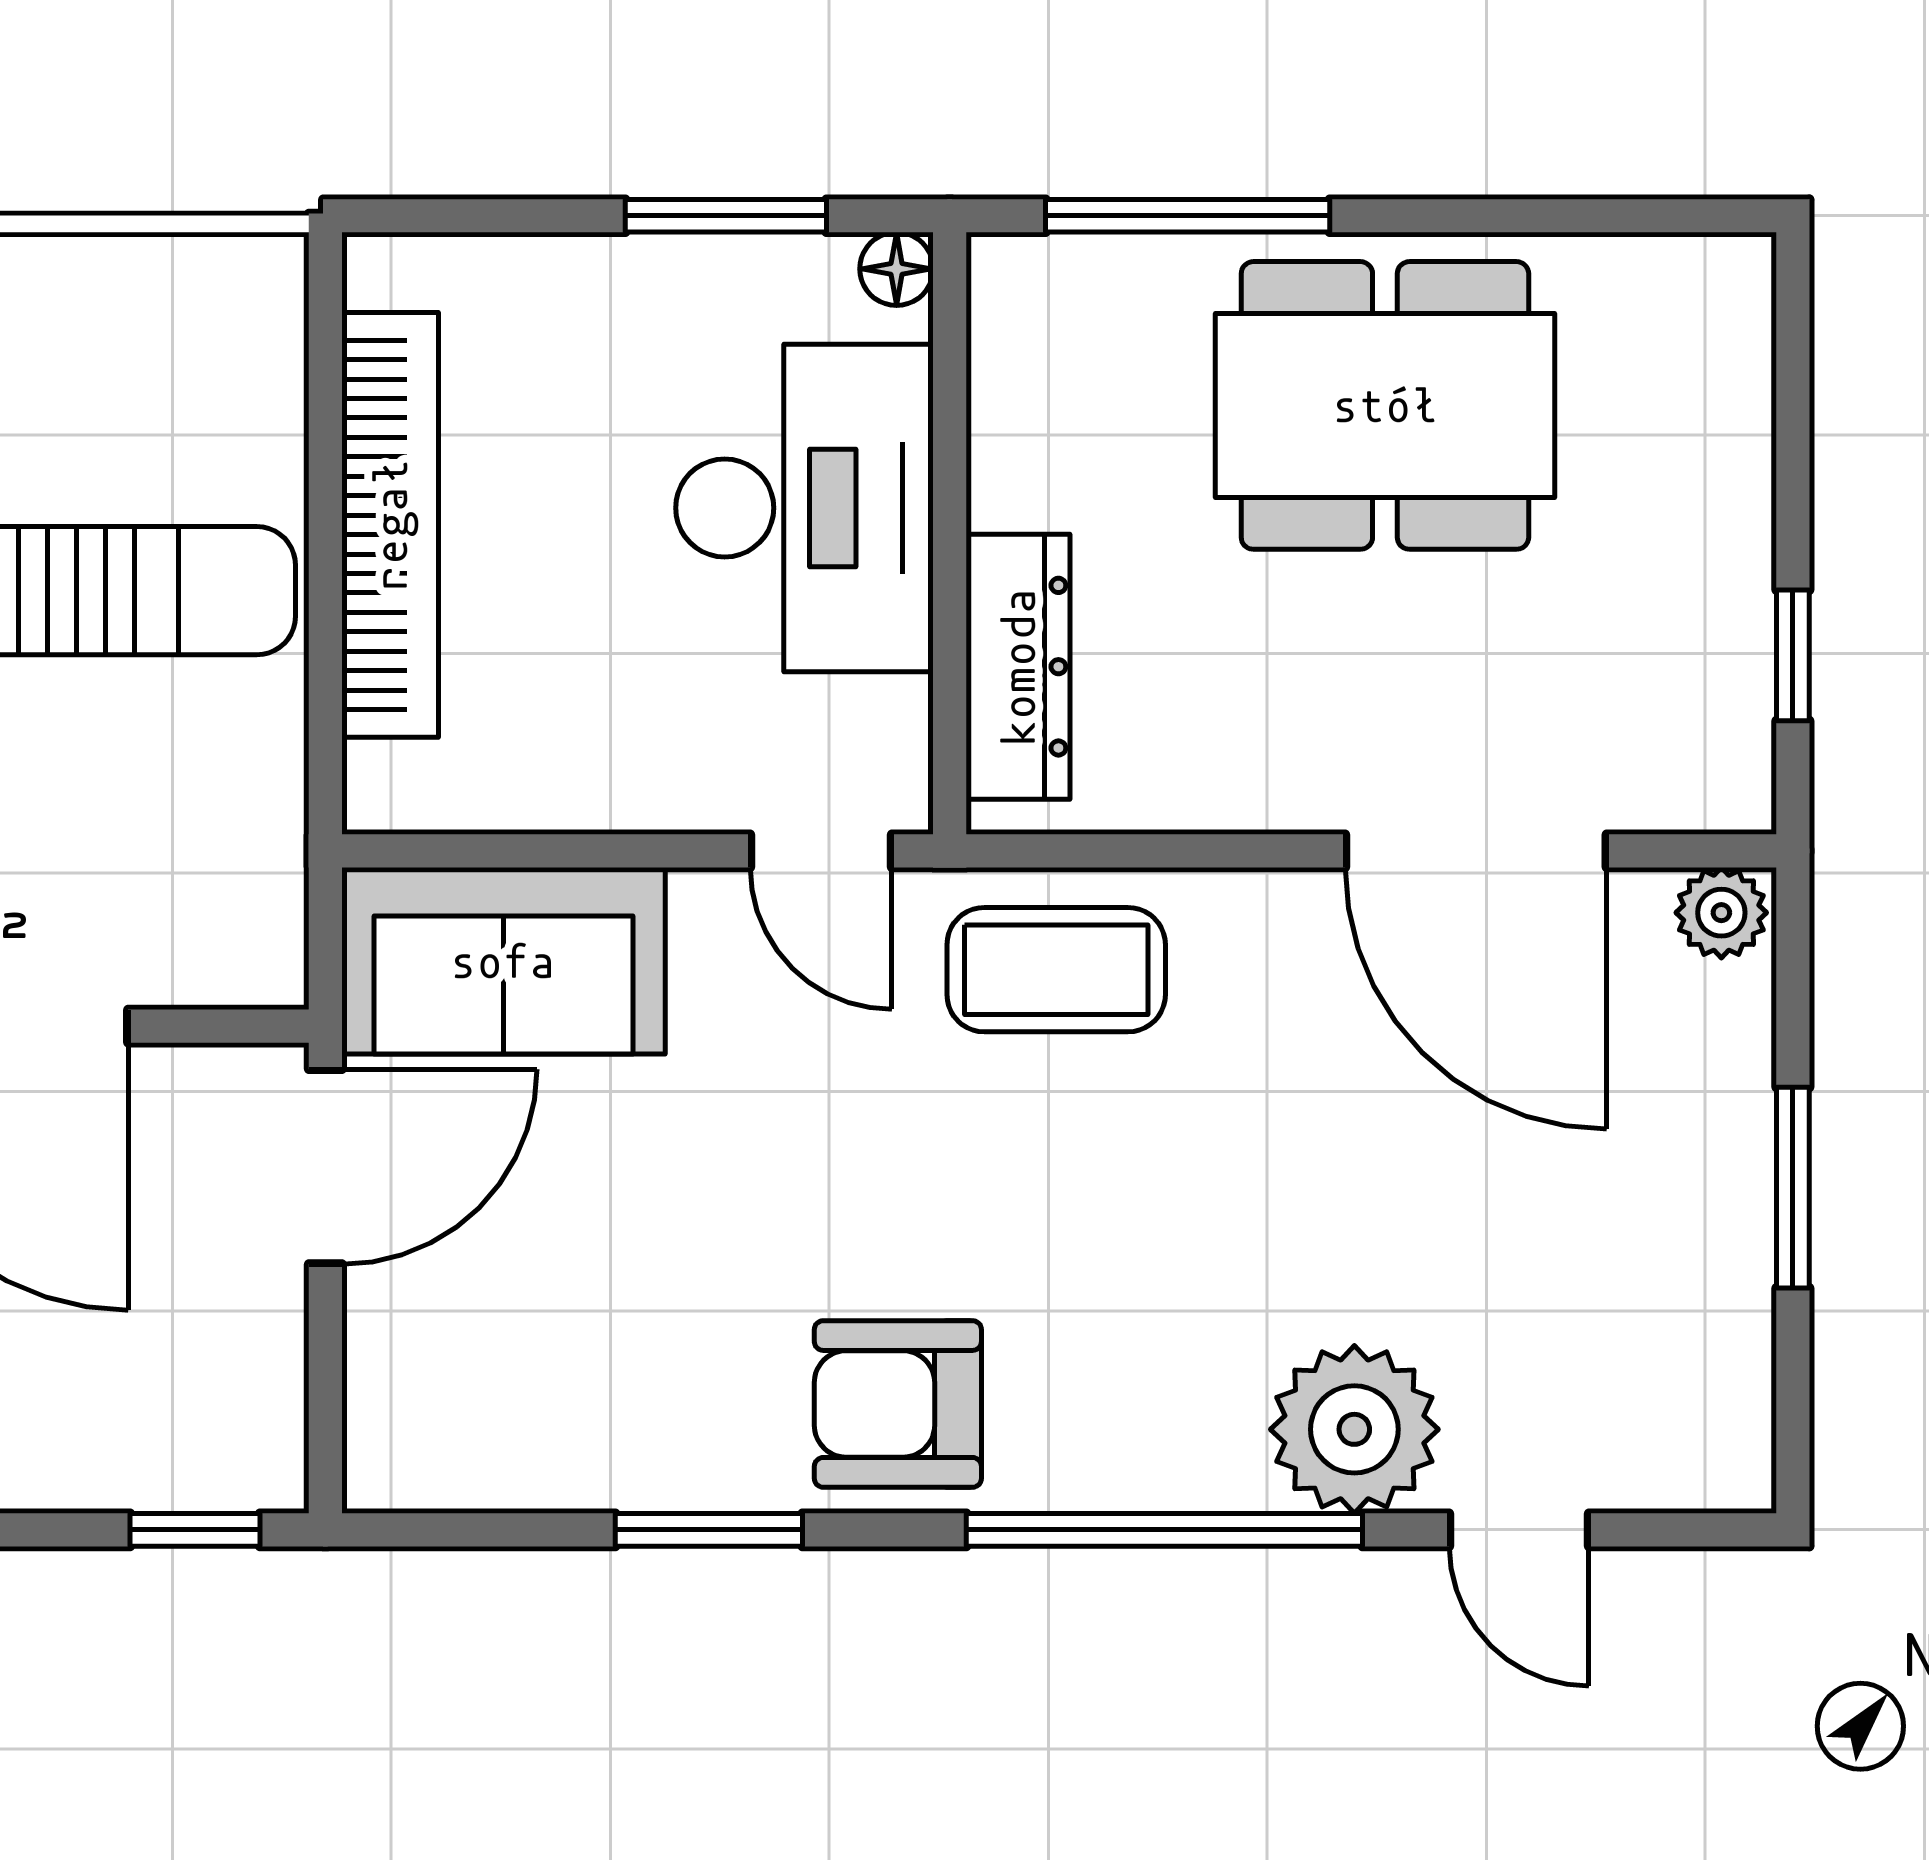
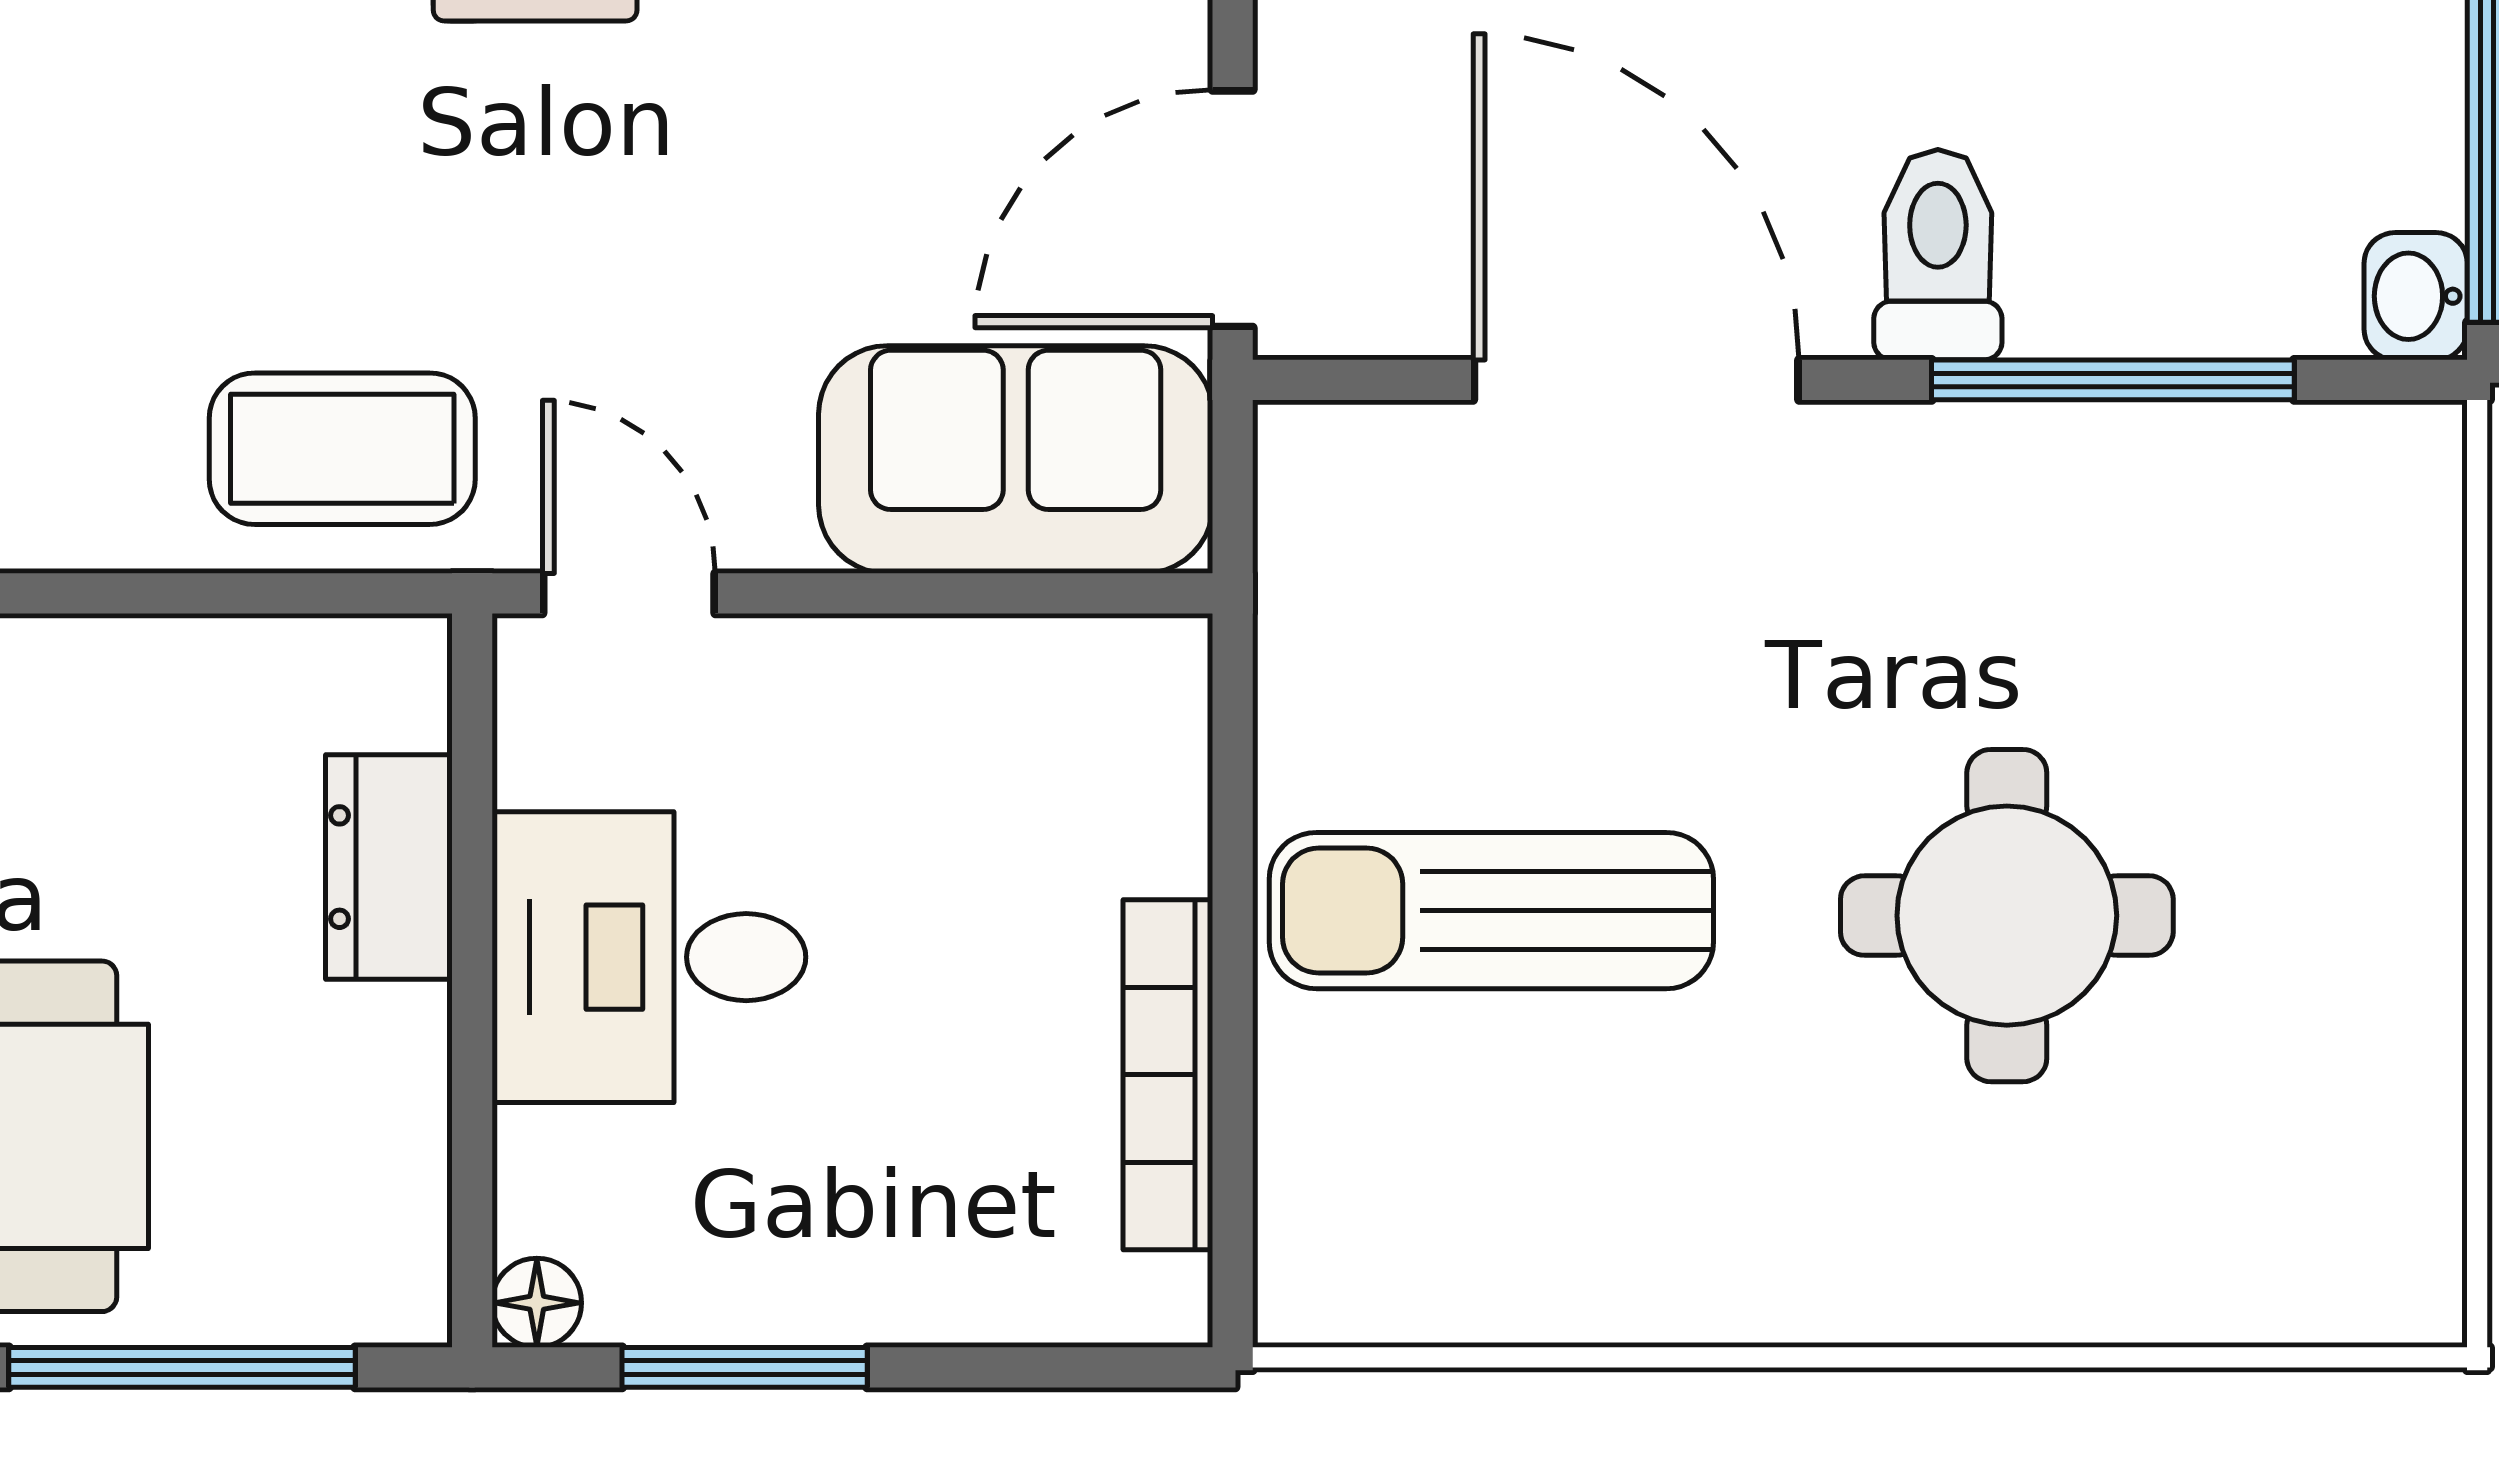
desk: (804, 508) -> (649, 957), width x0.73
bookcase: (390, 525) -> (1168, 1075), width x0.68, depth x0.76
dresser: (1018, 667) -> (389, 867), width x0.70

